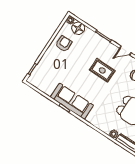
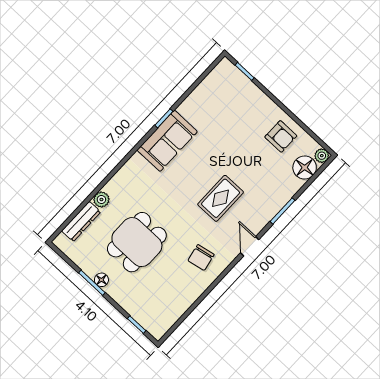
sofa: (72, 101) -> (167, 141), width x0.73

